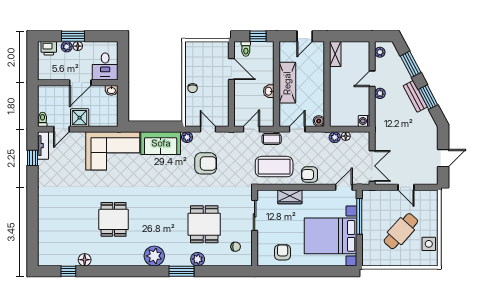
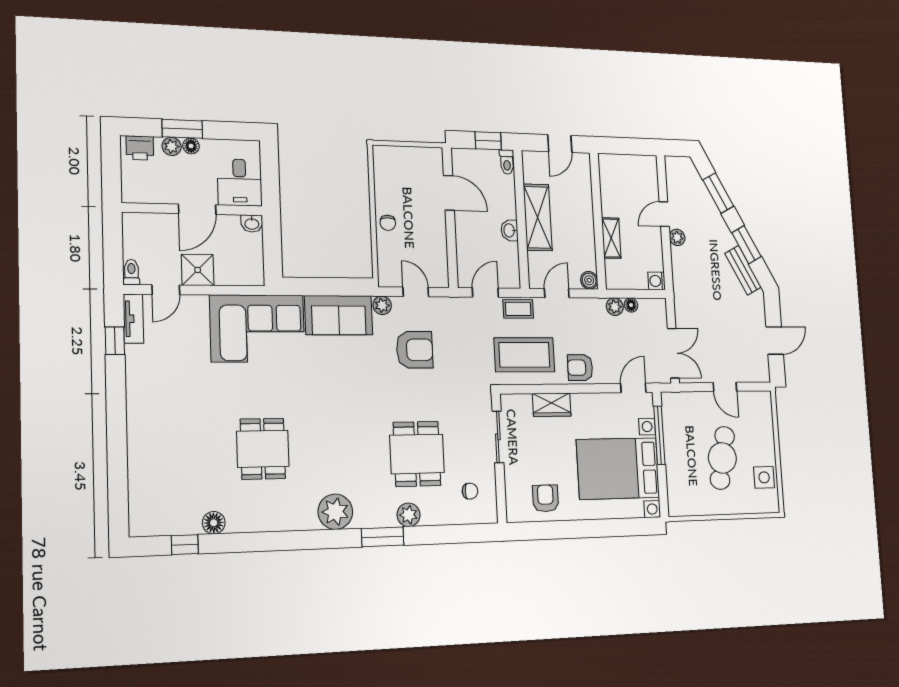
toilet: (246, 49) -> (507, 162), moved
plant: (380, 52) -> (673, 173), removed
shelving: (335, 54) -> (611, 238), moved
bench: (415, 96) -> (743, 270), moved
cafe table: (401, 231) -> (722, 458), turned -31

